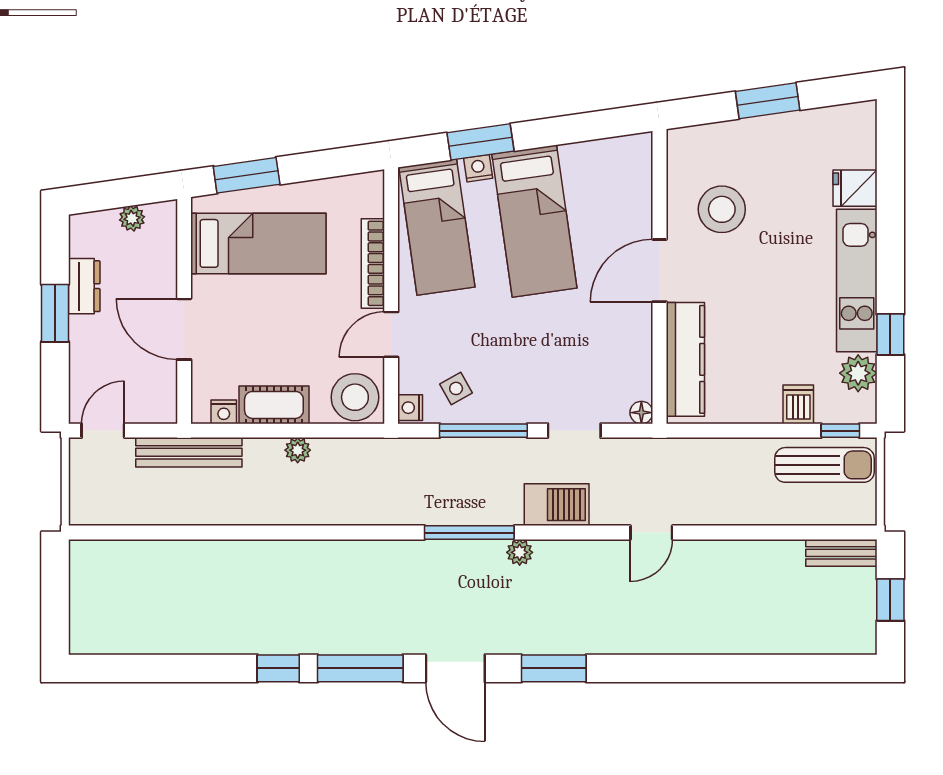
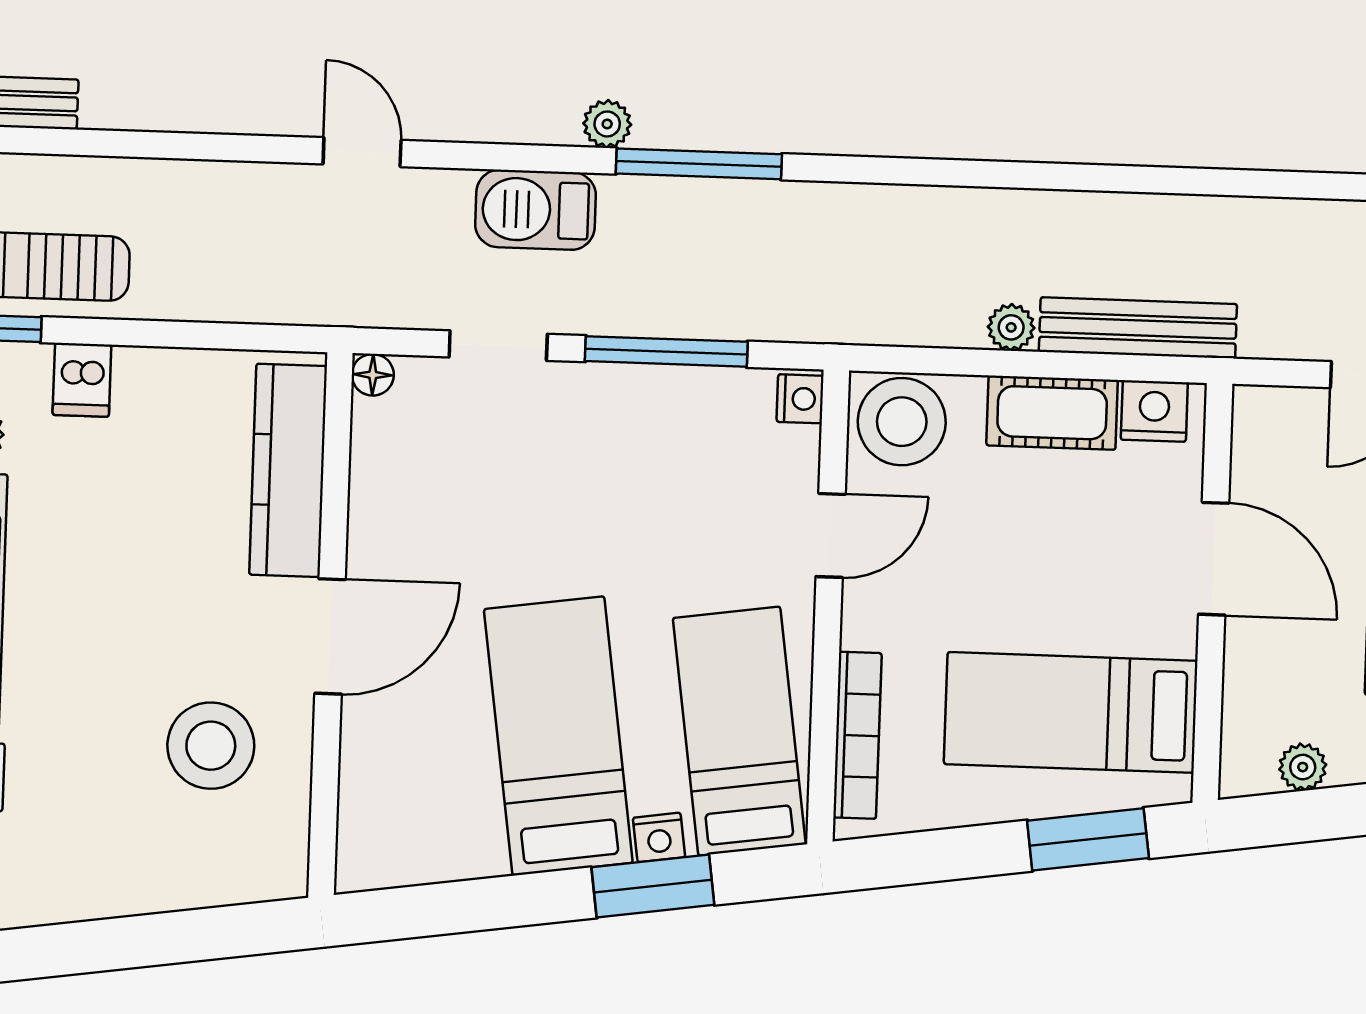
window: (768, 101) -> (119, 943), removed
bookcase: (373, 263) -> (857, 735), moved
side table: (456, 388) -> (714, 431), removed
nightstand: (224, 412) -> (1154, 411), width x1.39, depth x1.35
bench: (189, 452) -> (1138, 328), moved
door: (651, 533) -> (362, 152), hinge flipped

